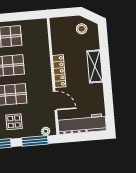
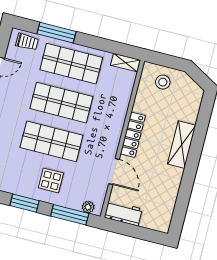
shelving: (37, 24) -> (126, 63), added
stool: (82, 29) -> (163, 82), moved
workbench: (82, 124) -> (123, 213), width x0.53, depth x0.76

